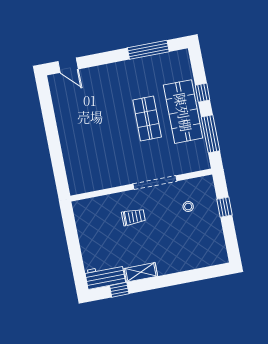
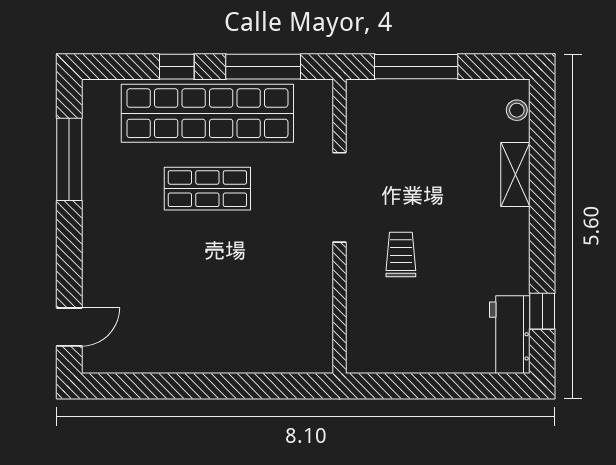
shop shelf: (183, 112) -> (207, 113), width x1.40
stool: (188, 207) -> (517, 110), moved
window: (225, 207) -> (416, 67), width x2.17
shelving: (141, 272) -> (515, 175), moved

